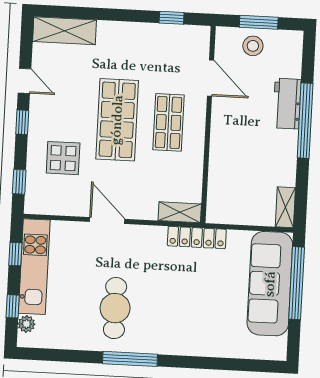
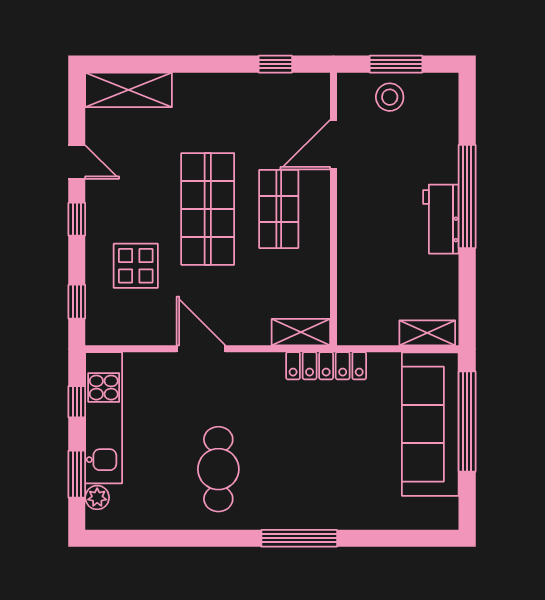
door: (210, 78) -> (333, 145), swing flipped
workbench: (287, 104) -> (441, 219), moved
shelving: (285, 207) -> (427, 333), moved, turned 90
window: (13, 306) -> (77, 474), width x1.50
window: (130, 359) -> (299, 538), moved

